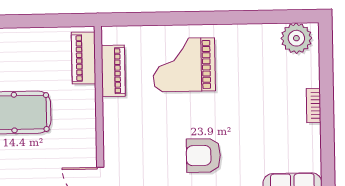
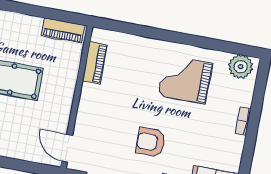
piano: (84, 58) -> (63, 30), moved, turned -90
grand piano: (184, 65) -> (185, 79), moved

